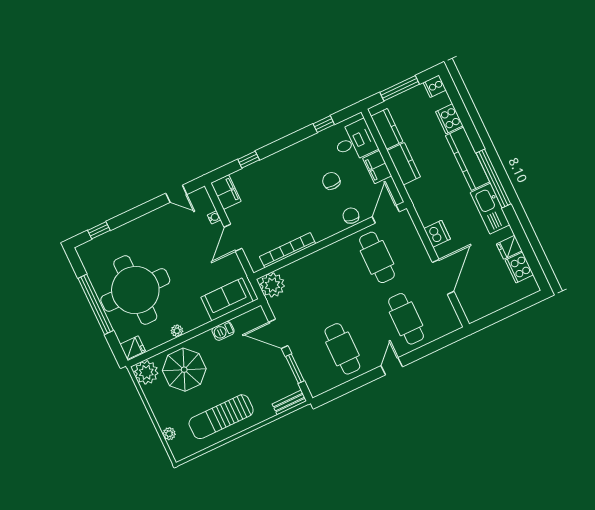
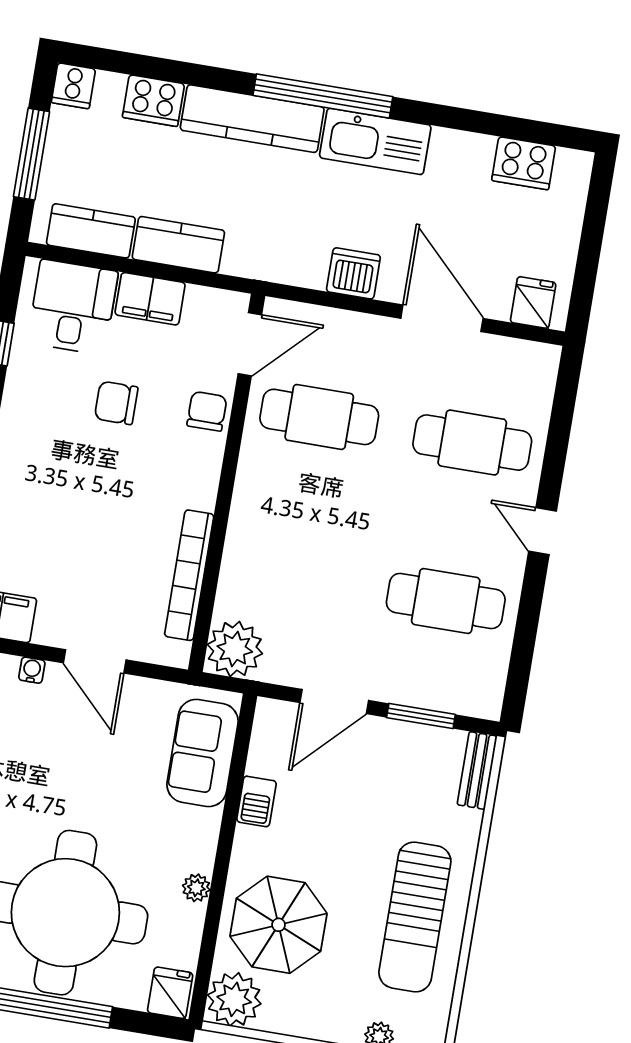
door: (386, 214) -> (250, 344), swing flipped
chair: (351, 216) -> (207, 411), turned 79
fridge: (509, 247) -> (533, 302), moved, turned 180

